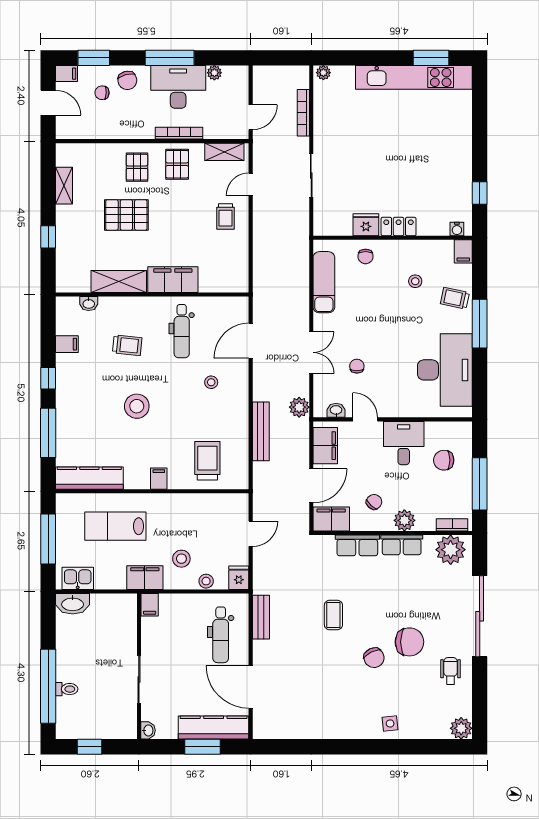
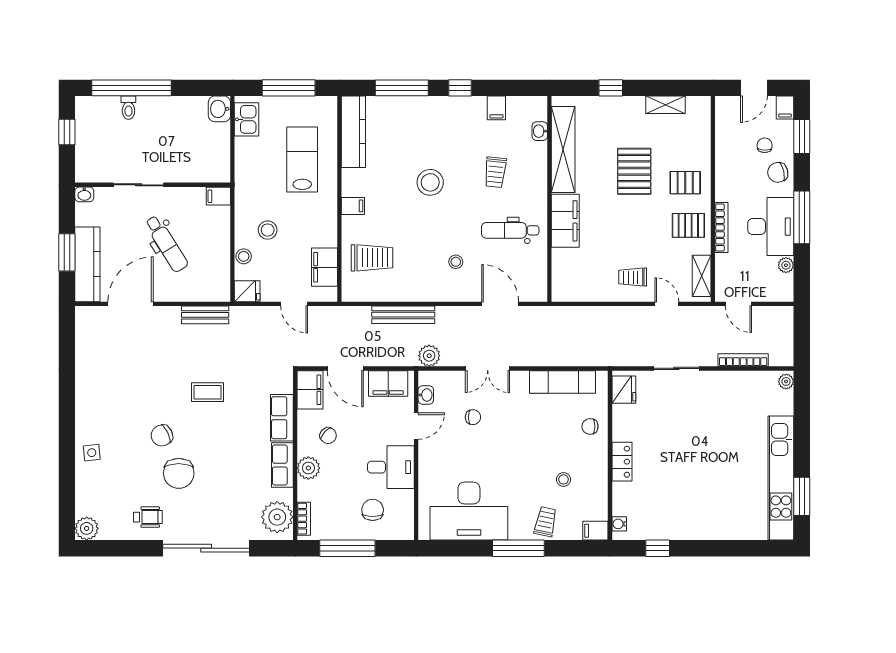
fridge: (366, 225) -> (624, 390), moved
shelving: (119, 282) -> (563, 149), width x1.47
filing cabinet: (145, 578) -> (325, 267), moved, turned 180
washbasin: (73, 604) -> (219, 109), width x0.72
dental chair: (221, 635) -> (166, 244), moved, turned -122

